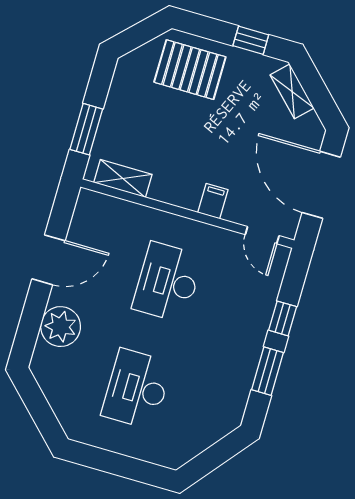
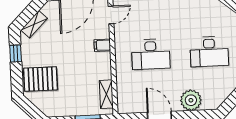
pallet: (190, 70) -> (40, 79), turned 90

